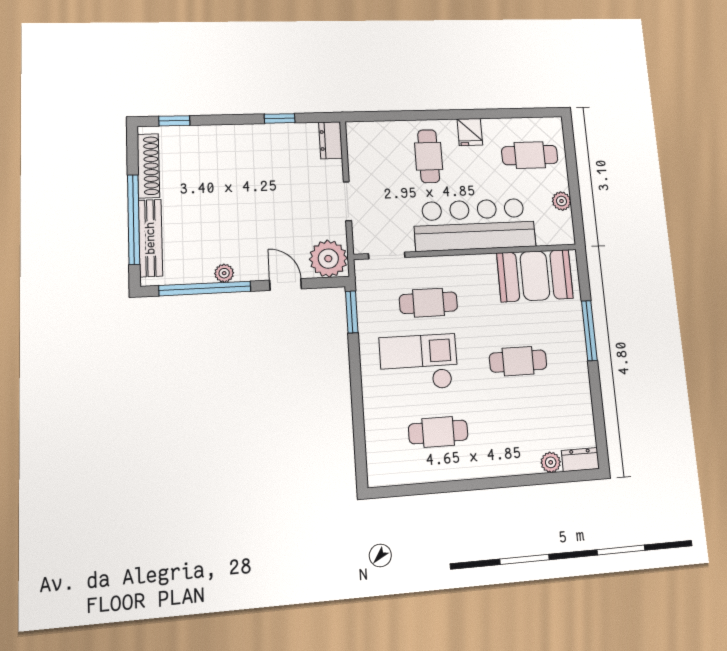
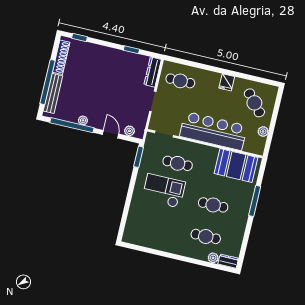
dresser: (331, 140) -> (153, 72), width x1.44
cafe table: (530, 155) -> (254, 103), turned 49
cafe table: (429, 156) -> (180, 81), moved, turned 90
plant: (328, 259) -> (129, 131), width x0.53, depth x0.53
cafe table: (438, 432) -> (206, 236), moved

